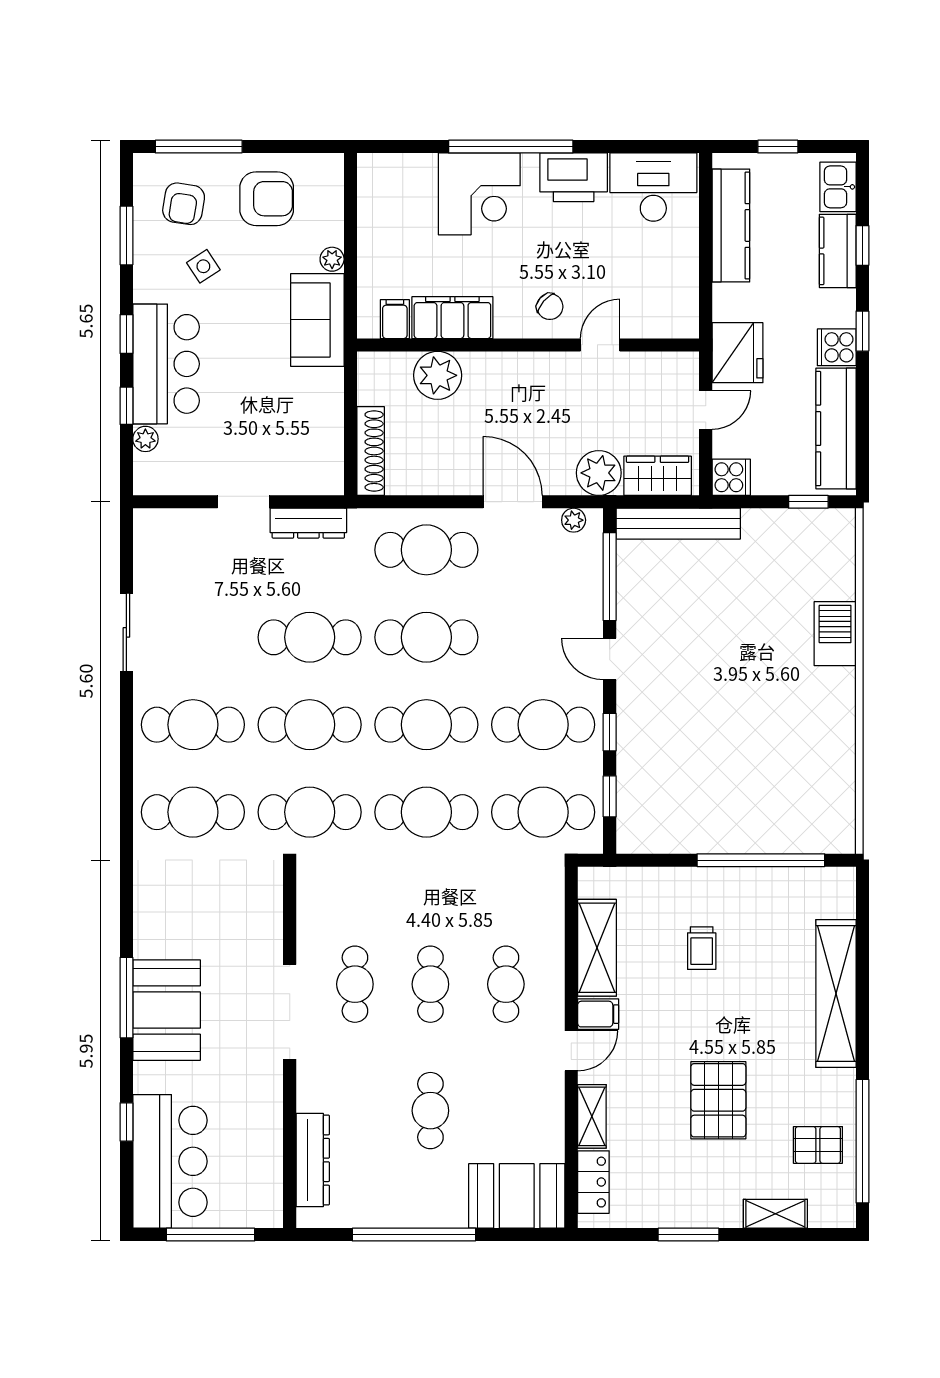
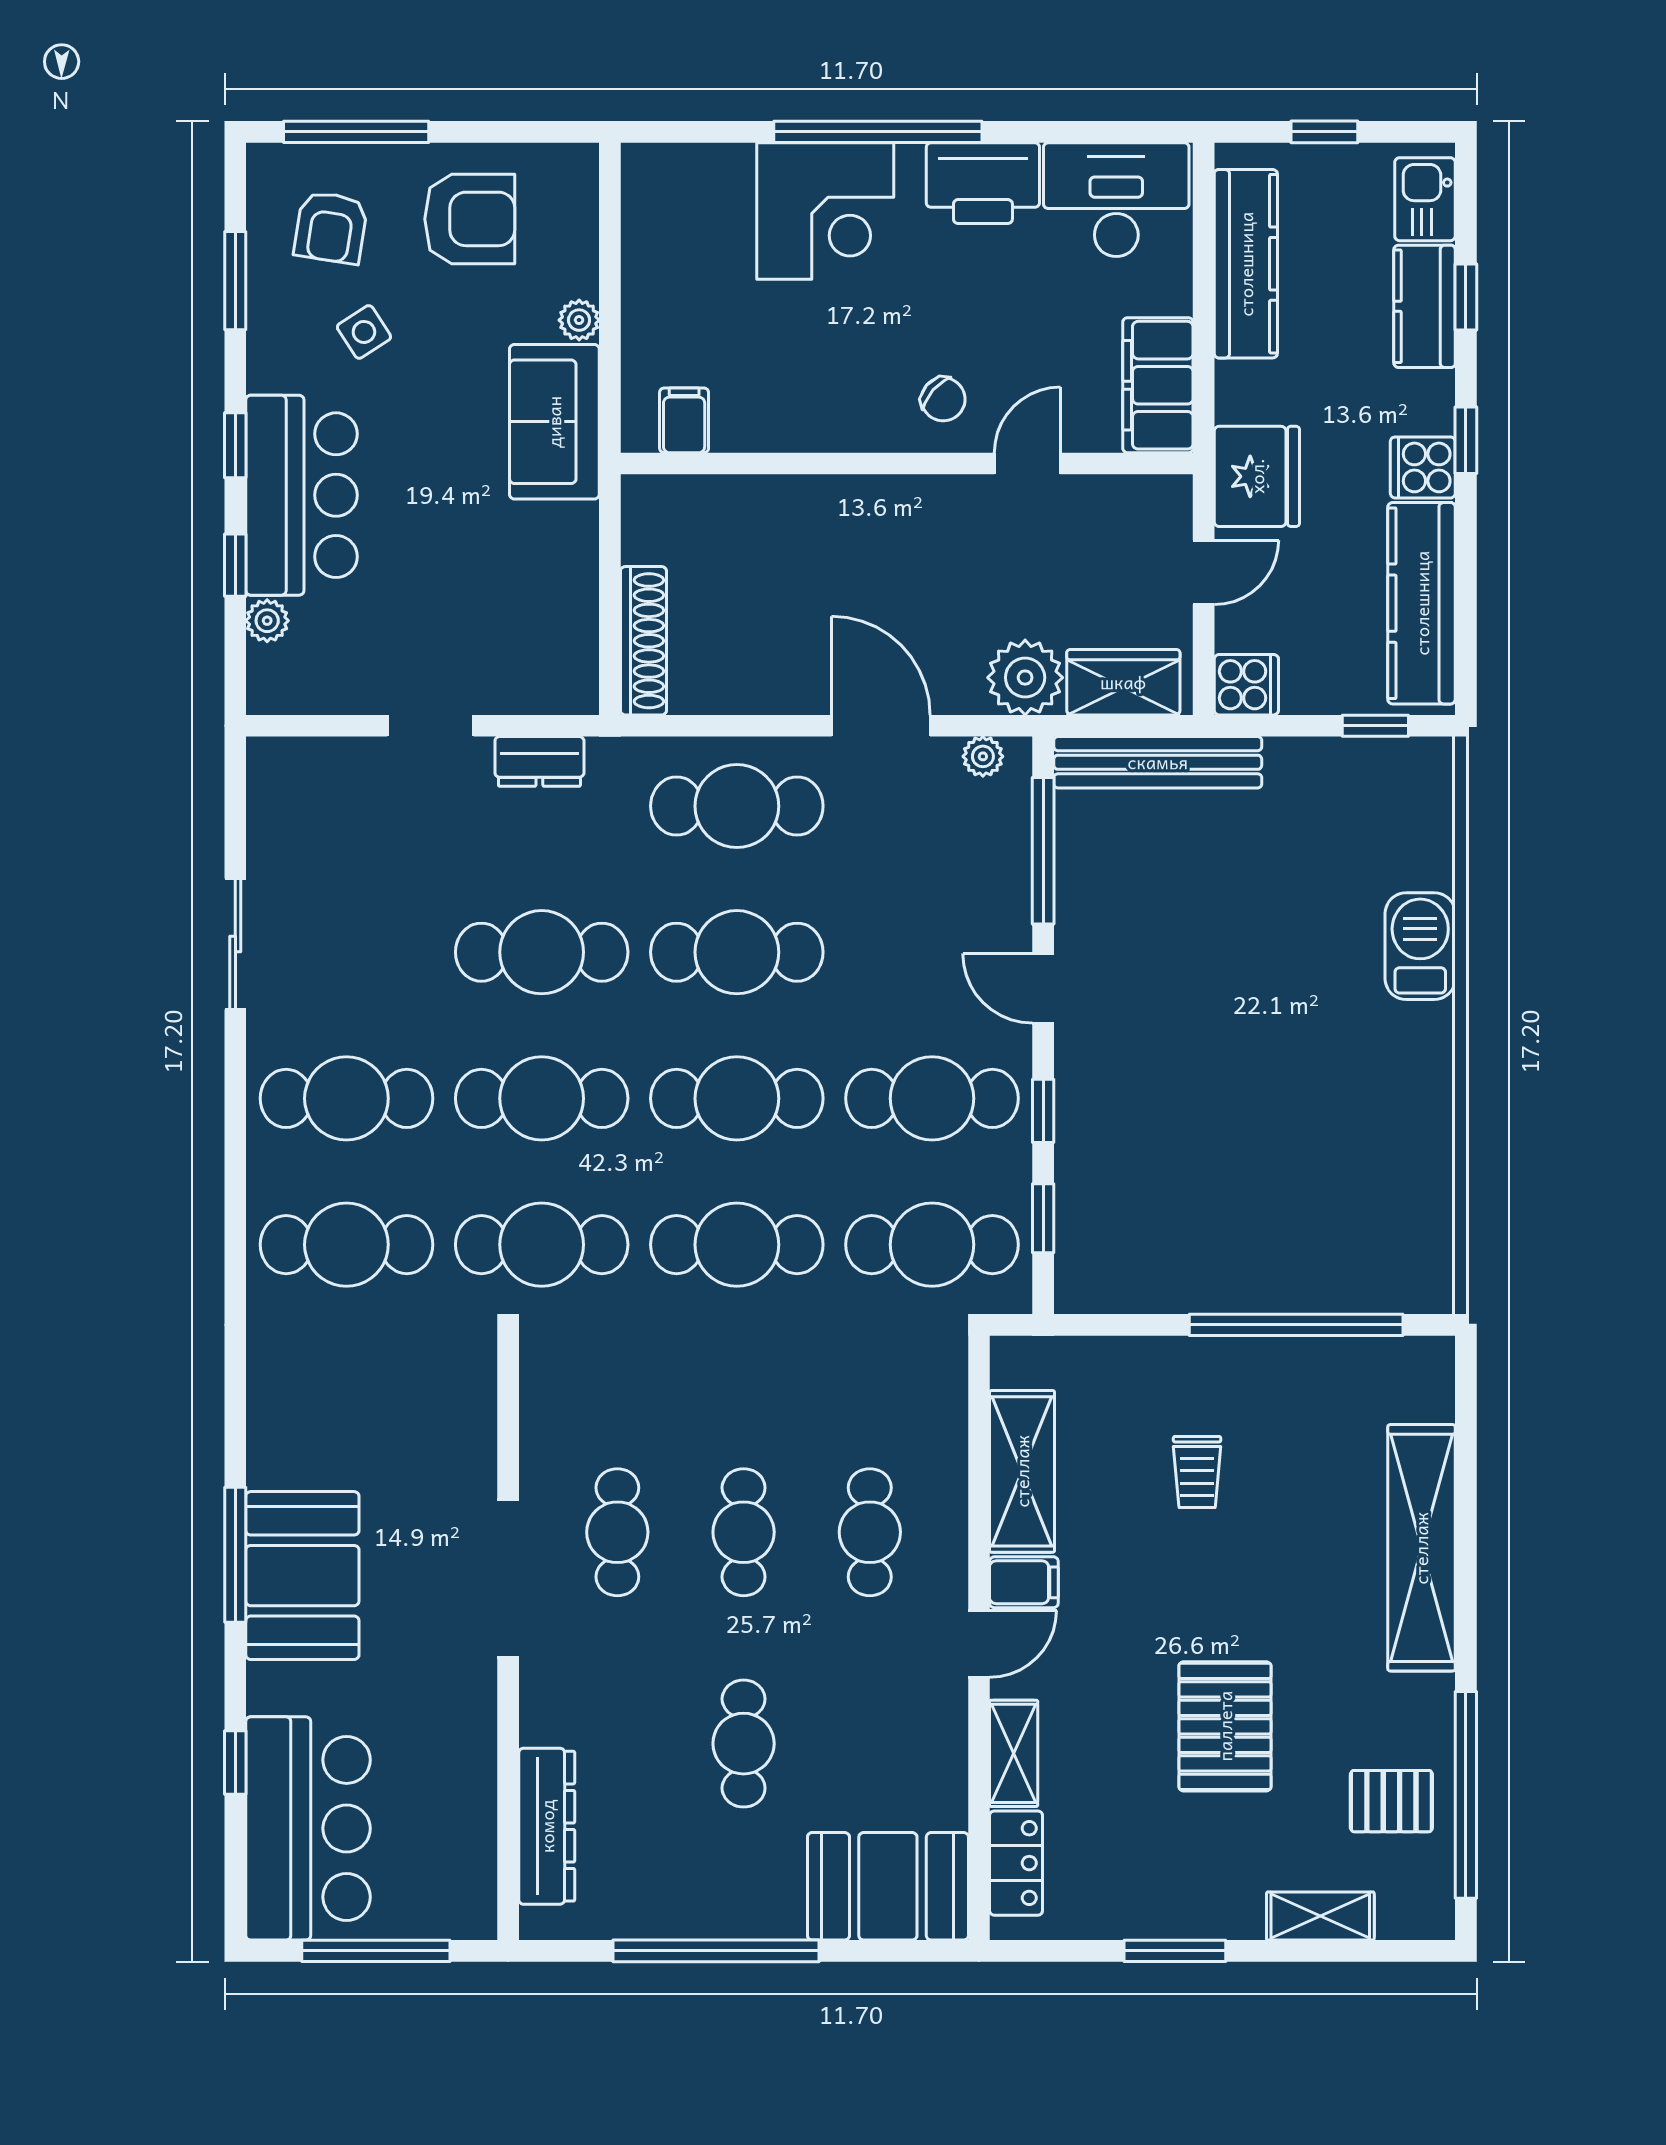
filing cabinet: (452, 318) -> (1158, 385), moved, turned -90
plant: (438, 375) -> (756, 514), removed
dresser: (308, 523) -> (539, 761), width x0.70

